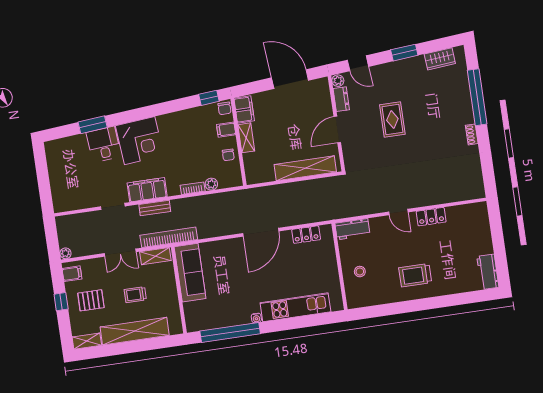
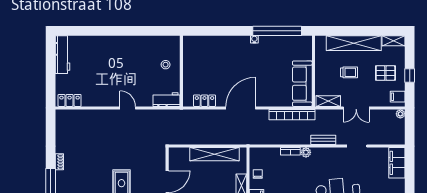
shelving: (305, 168) -> (215, 154), moved
plant: (211, 184) -> (306, 152), moved
filing cabinet: (147, 190) -> (397, 163), moved, turned 90
locker: (431, 217) -> (70, 100), moved
bookcase: (169, 237) -> (292, 115), moved
double door: (120, 253) -> (356, 108), swing flipped
workbench: (488, 272) -> (63, 55), width x1.38
trolley: (415, 275) -> (121, 55), removed
kitchen unit: (295, 307) -> (222, 43), removed

